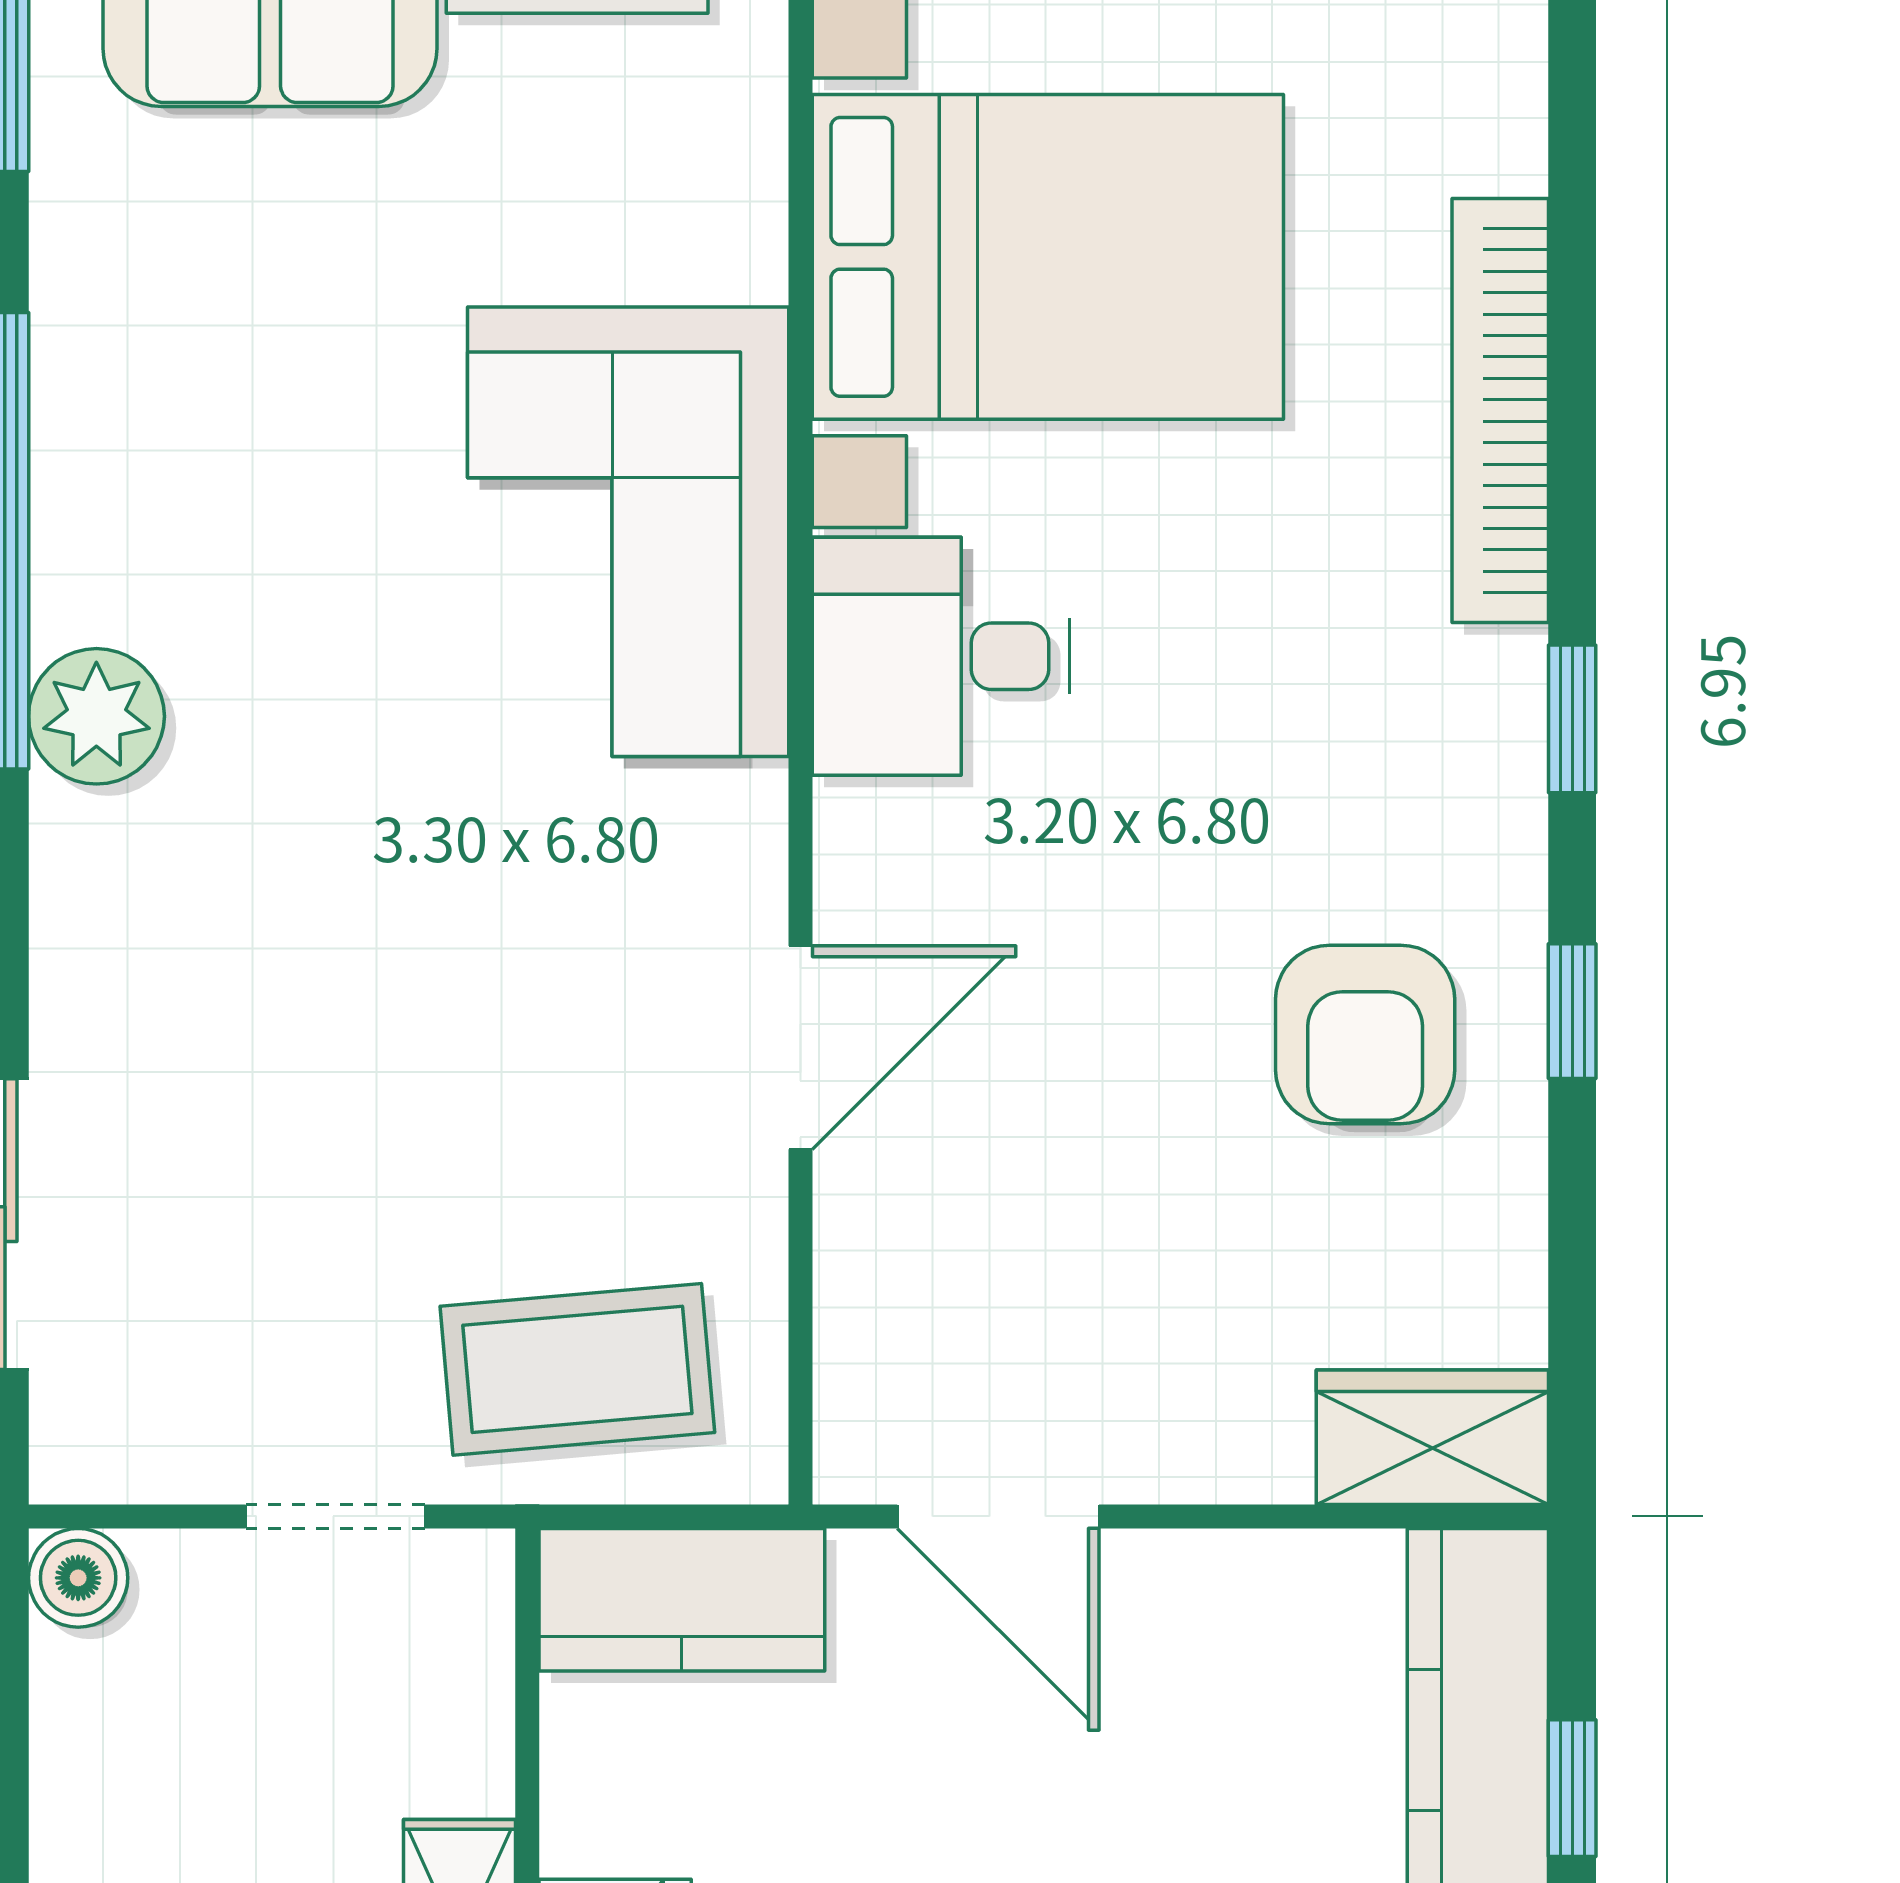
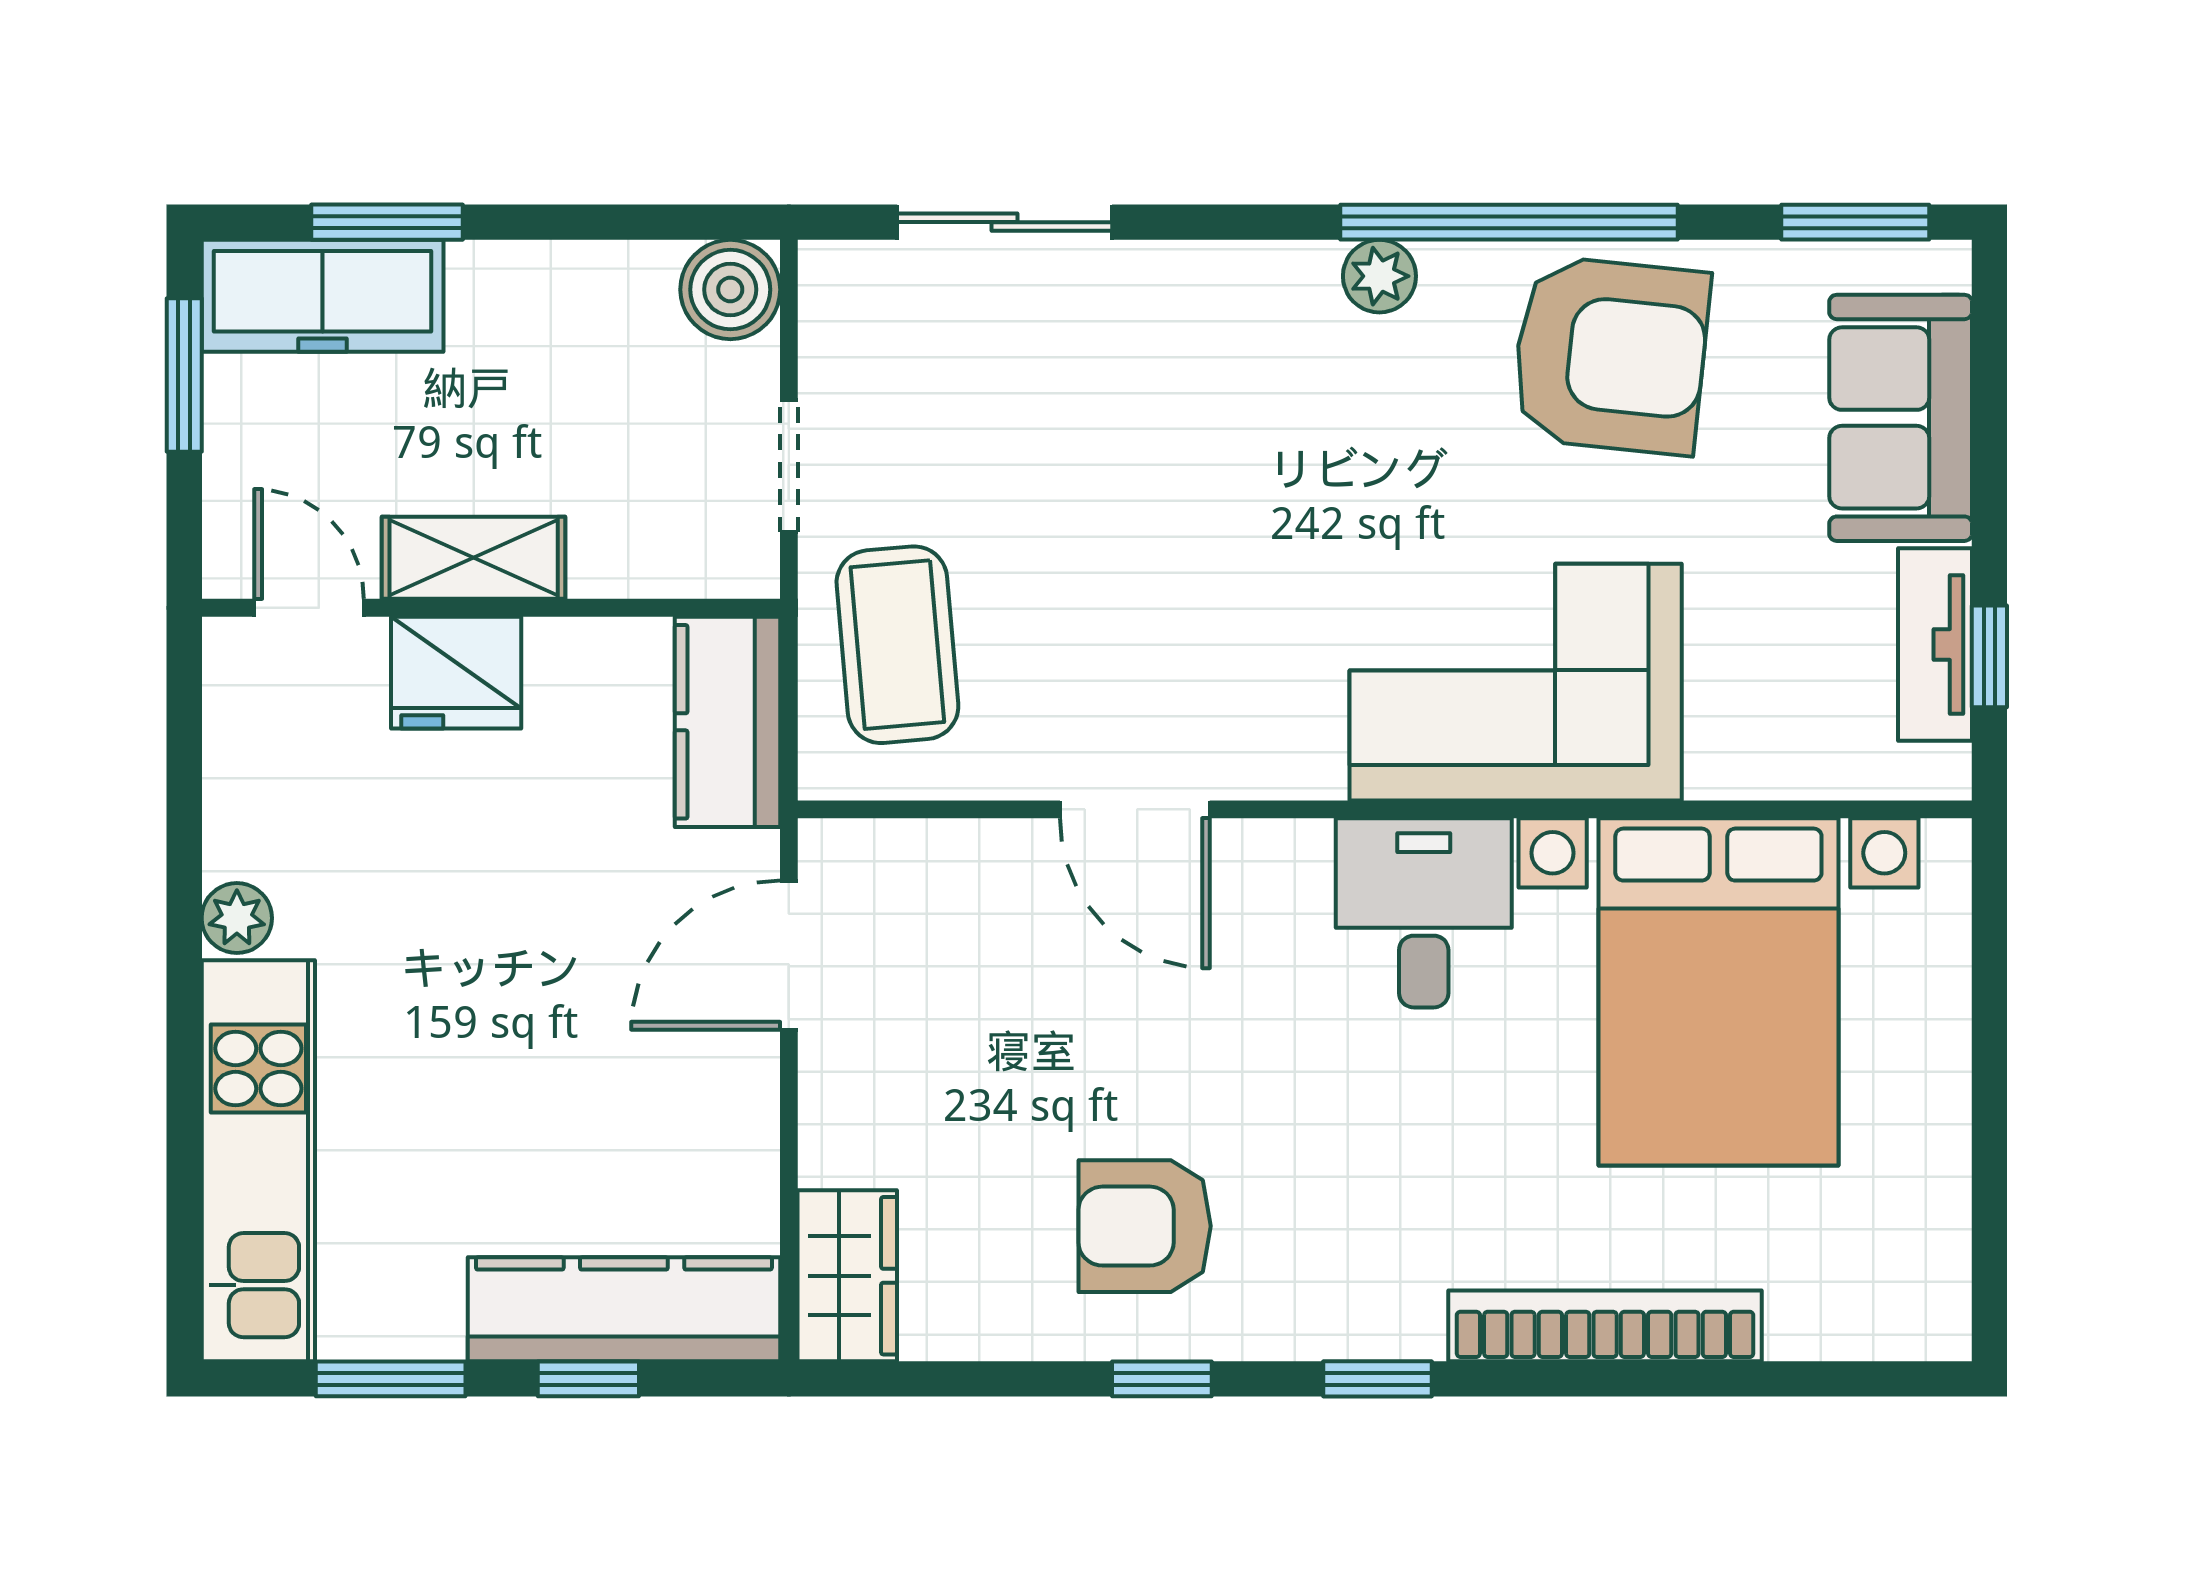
armchair: (185, 403) -> (1610, 355), added
plant: (96, 716) -> (1379, 276), width x0.73, depth x0.73
boiler: (78, 1578) -> (730, 290), width x1.36, depth x1.36

